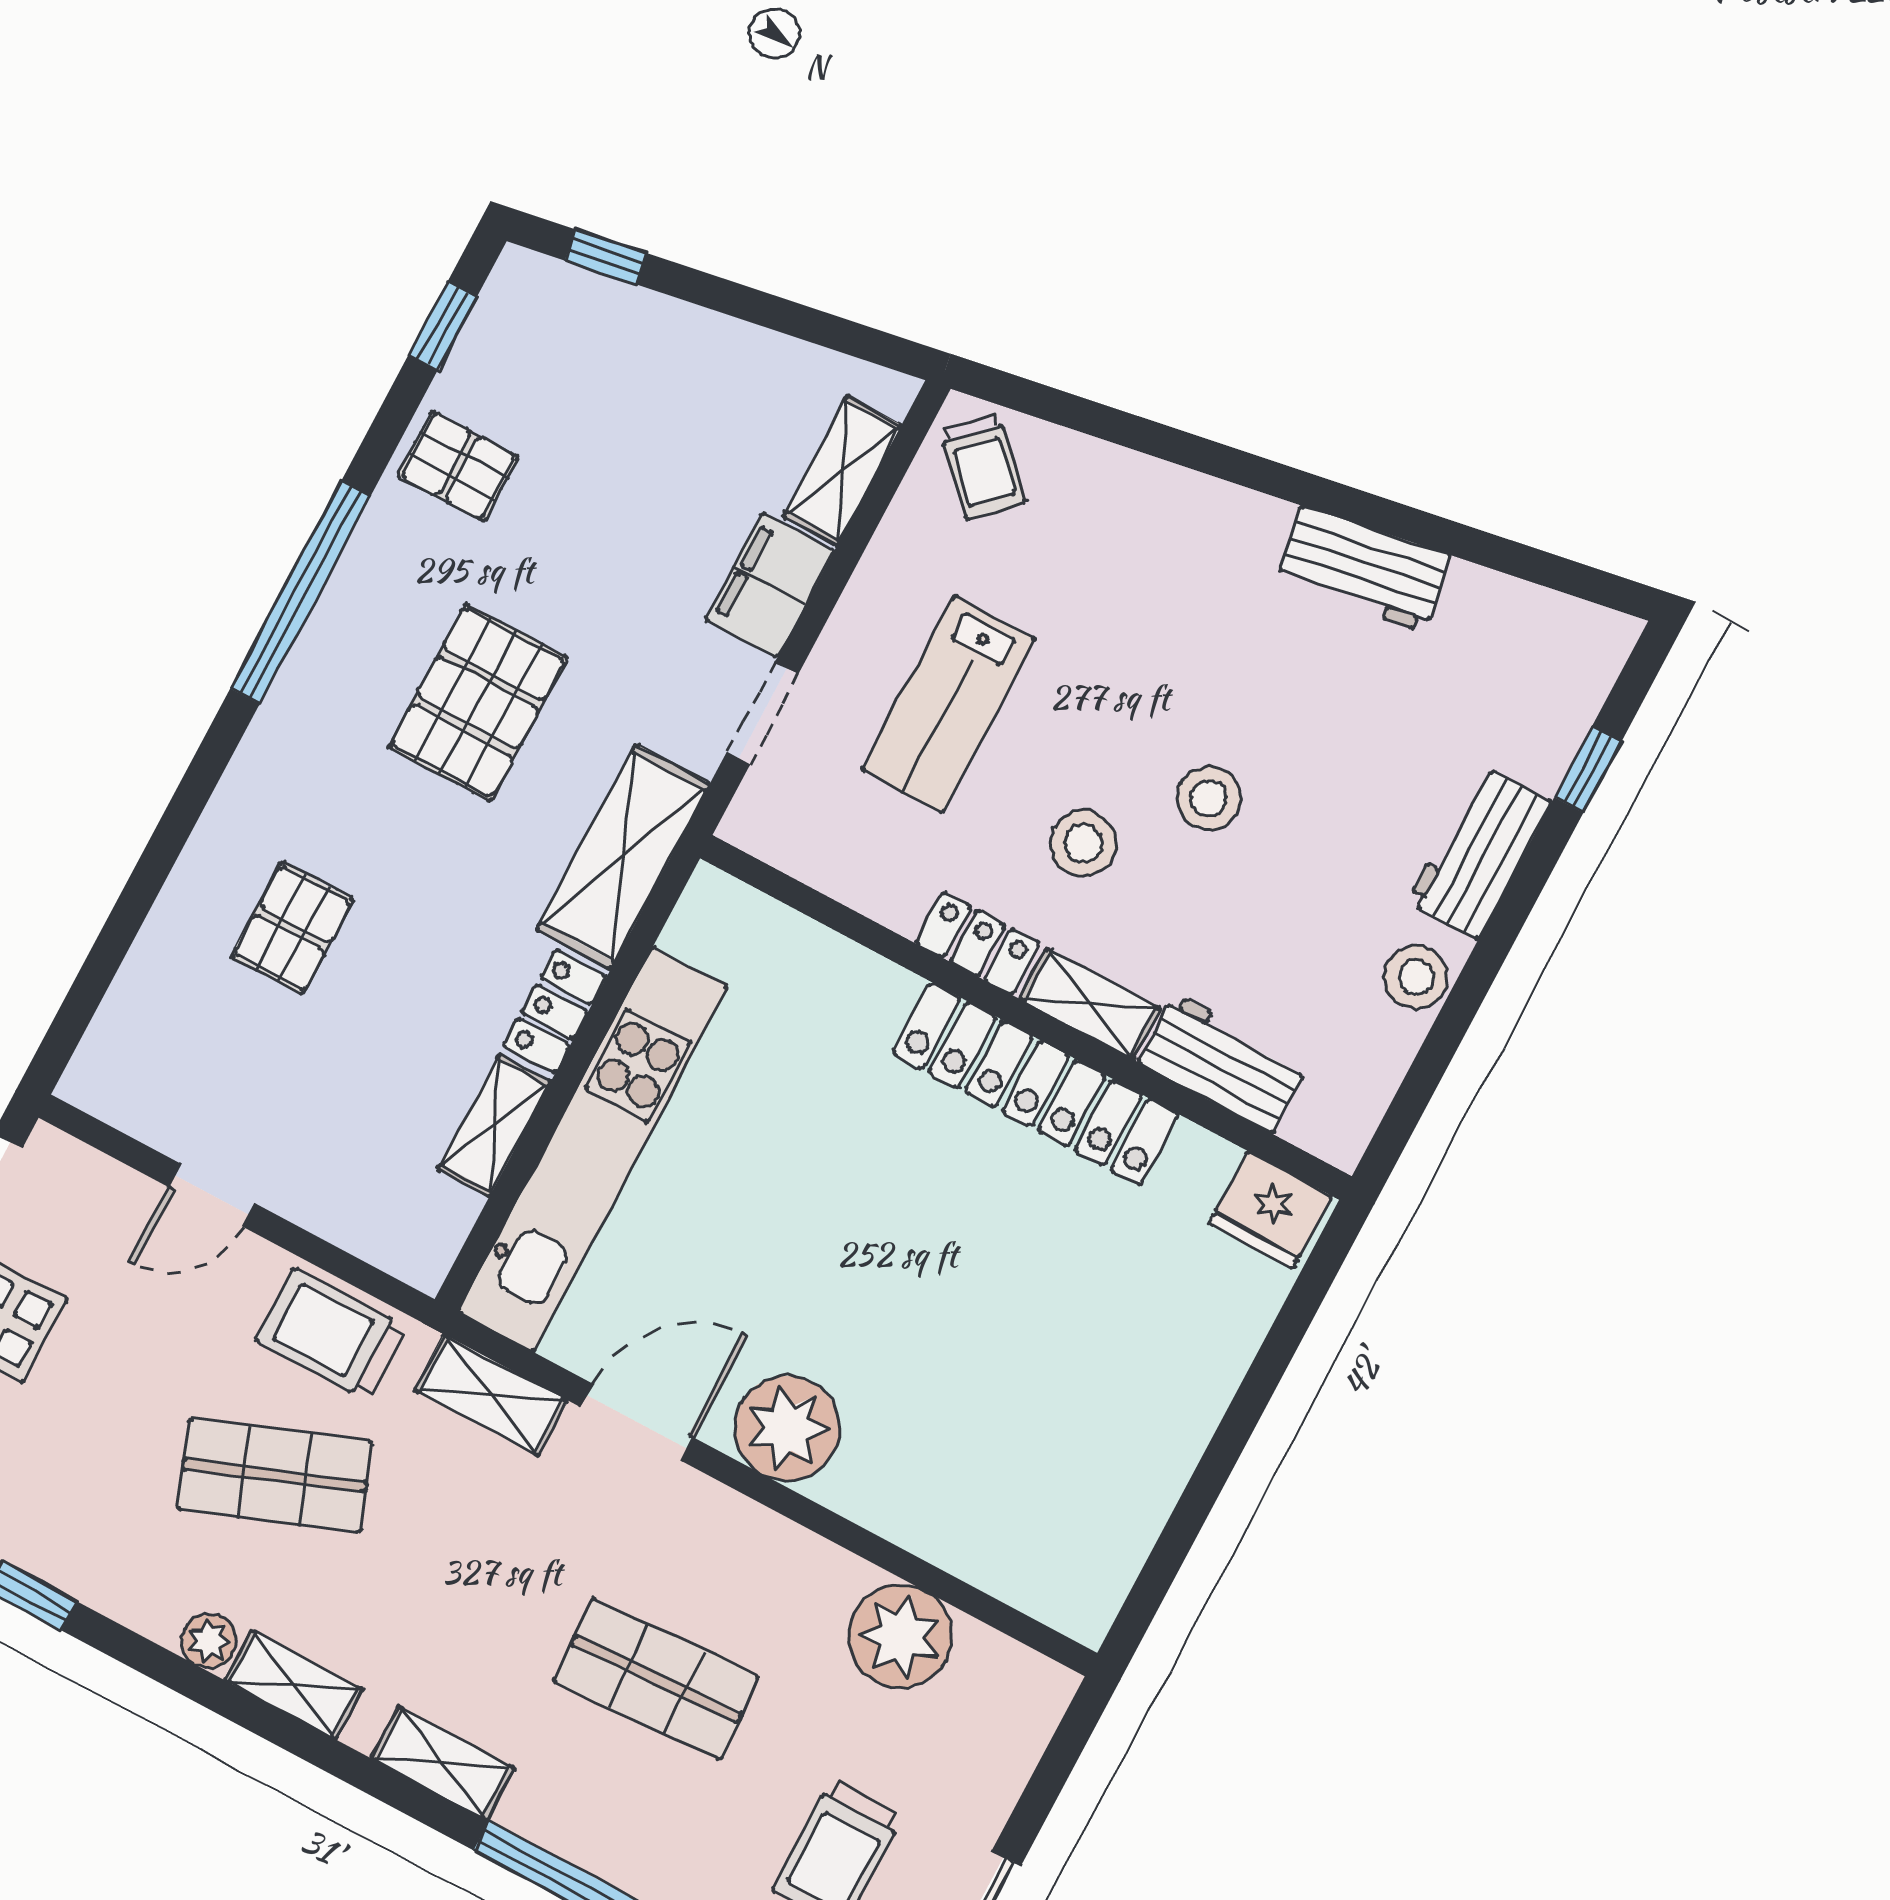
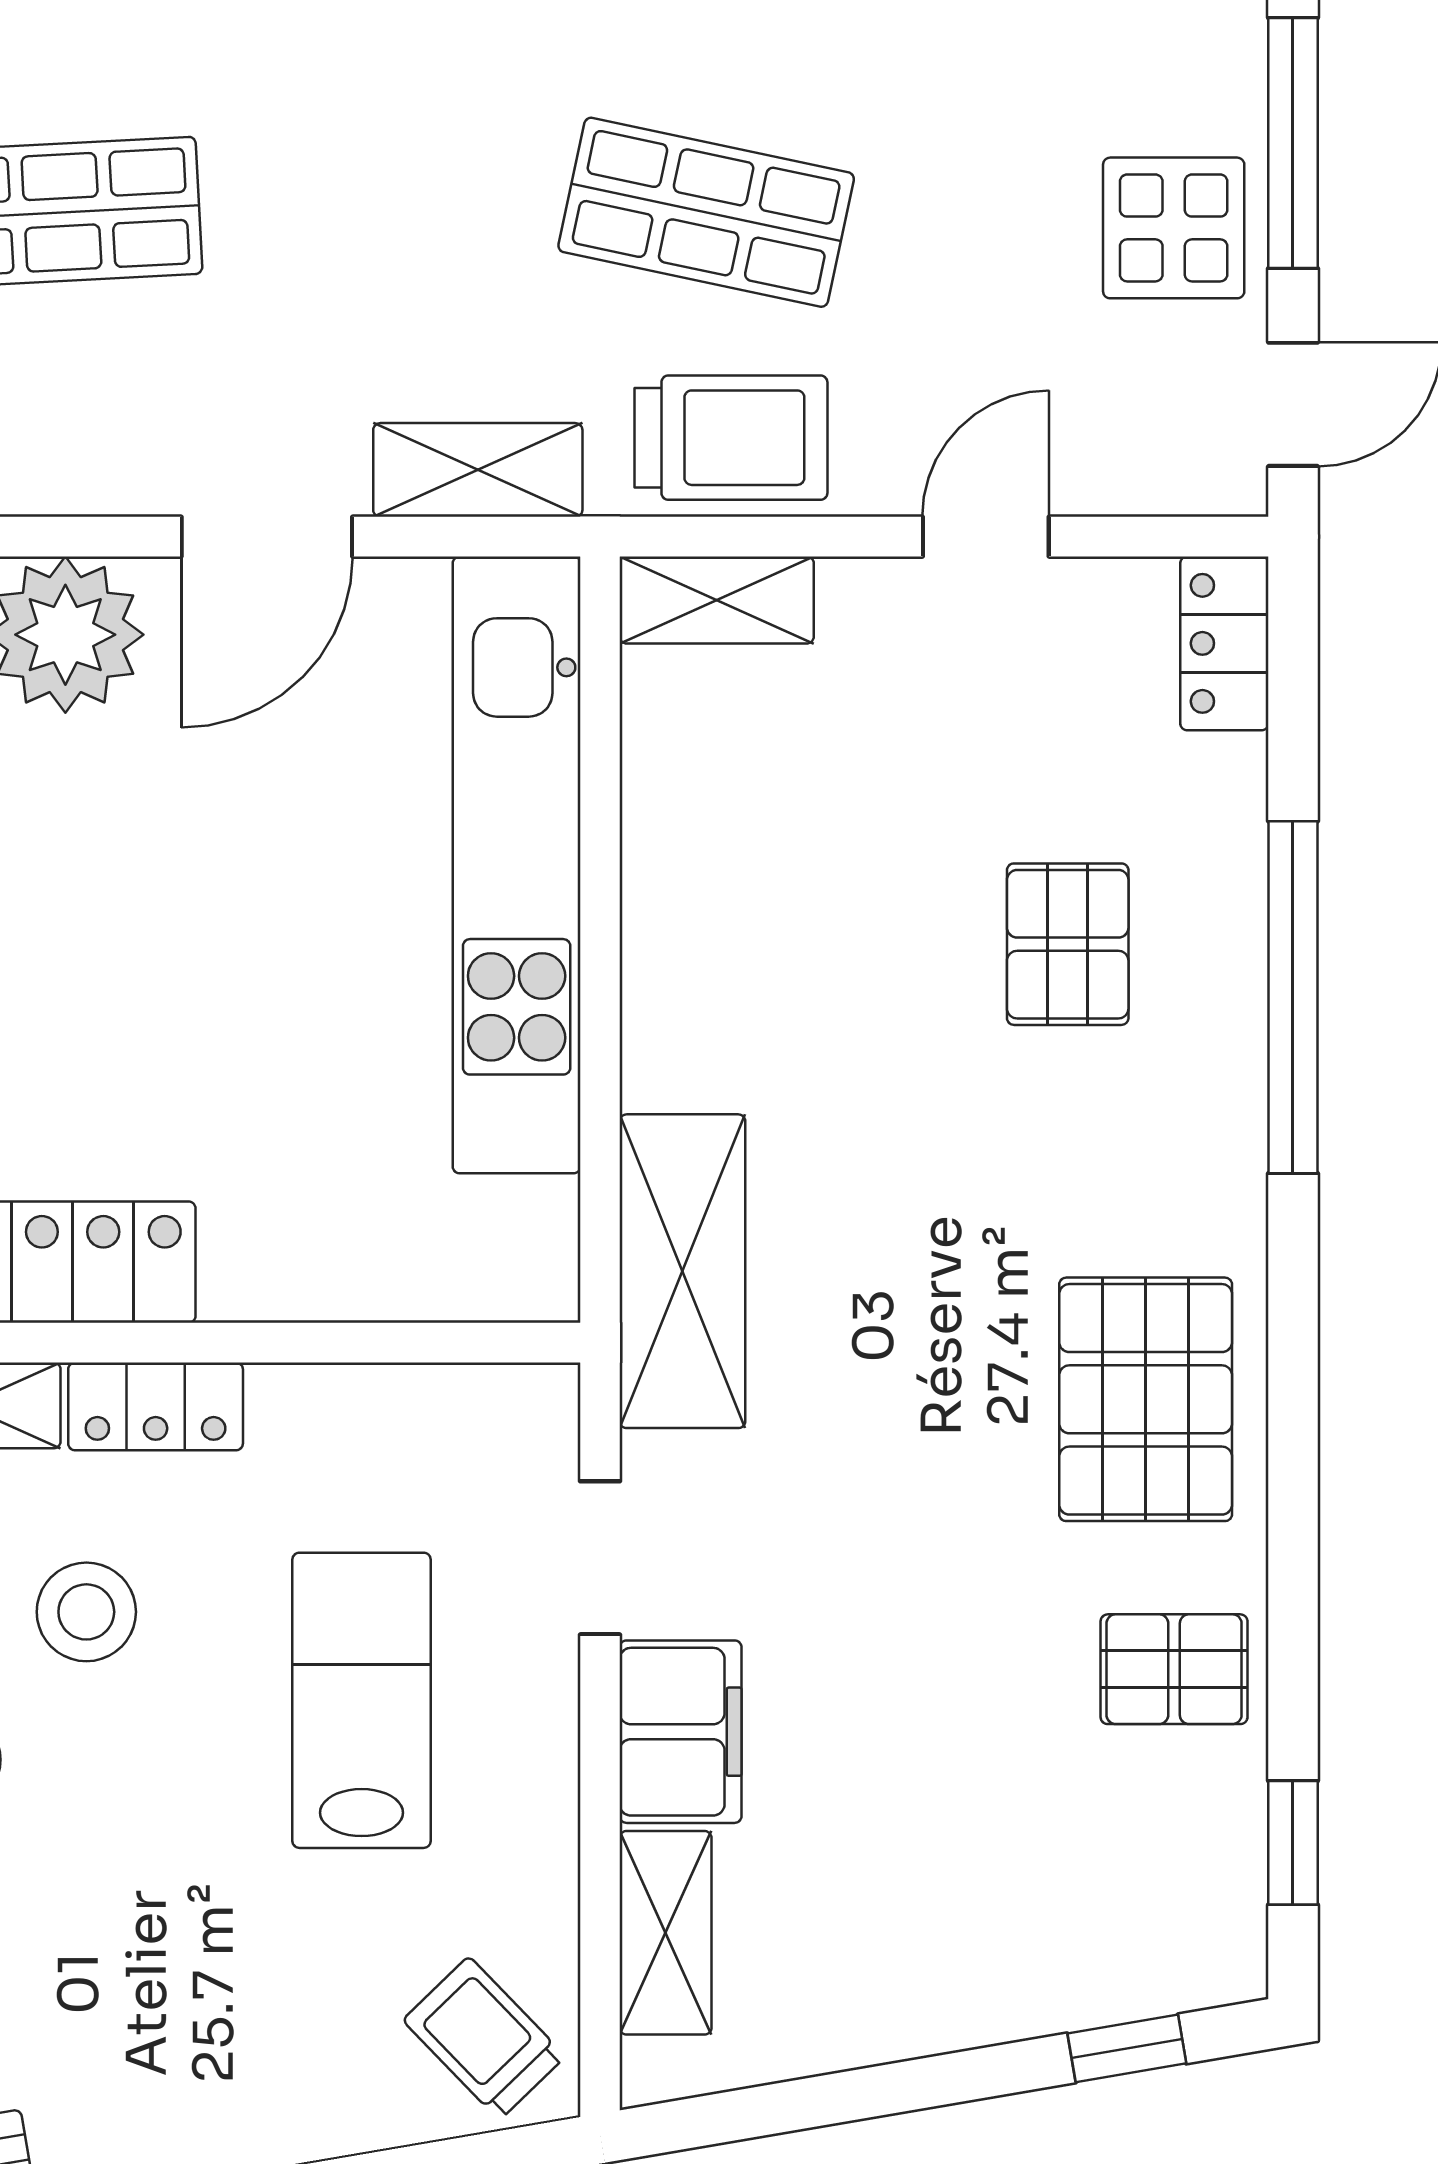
window: (301, 592) -> (1293, 997), moved
pallet: (478, 702) -> (1146, 1399), moved
locker: (555, 1012) -> (1224, 643), moved, turned 180
shelving: (494, 1125) -> (717, 600), moved, turned 90
shop shelf: (275, 1475) -> (706, 212), turned 33

